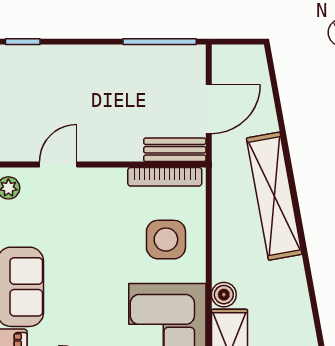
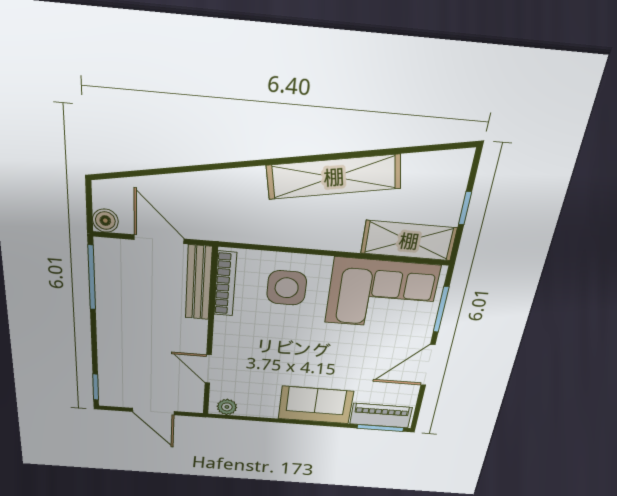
bench: (175, 150) -> (199, 283), width x1.36
shelving: (274, 196) -> (334, 177), moved
boiler: (224, 295) -> (105, 221), moved

